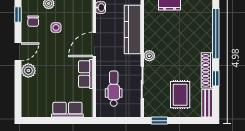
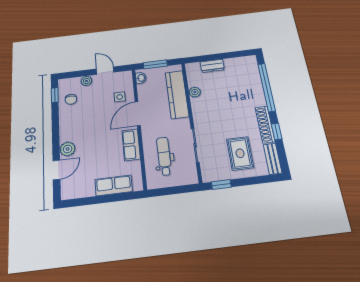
side table: (56, 28) -> (120, 97), moved
door: (18, 52) -> (56, 170), moved
plant: (149, 56) -> (195, 92), moved

